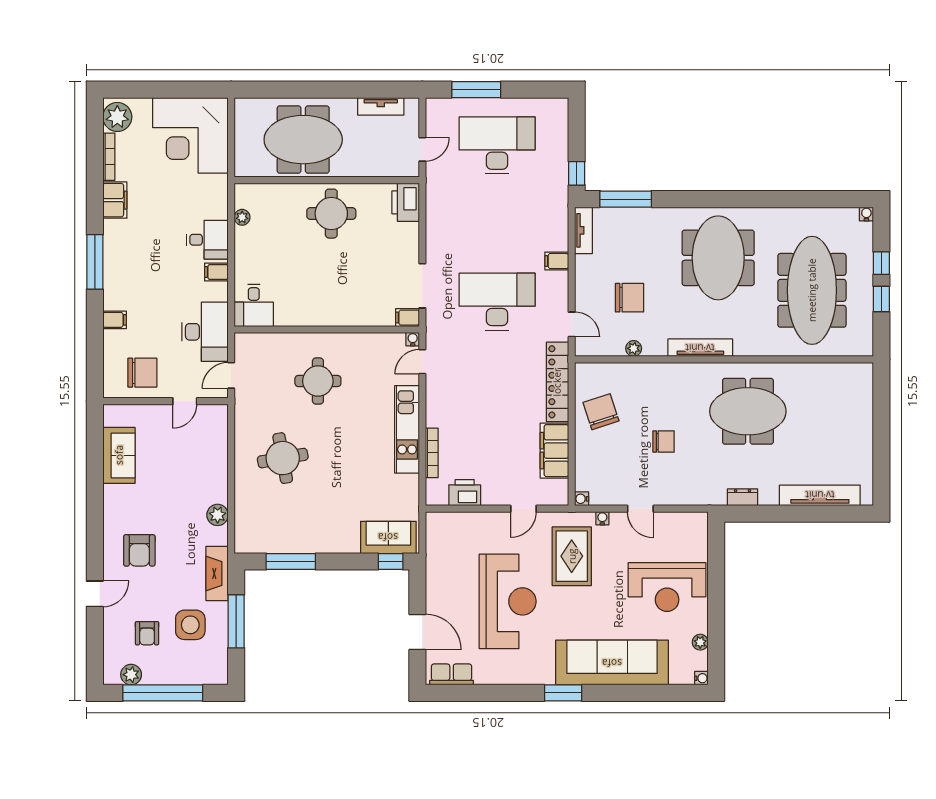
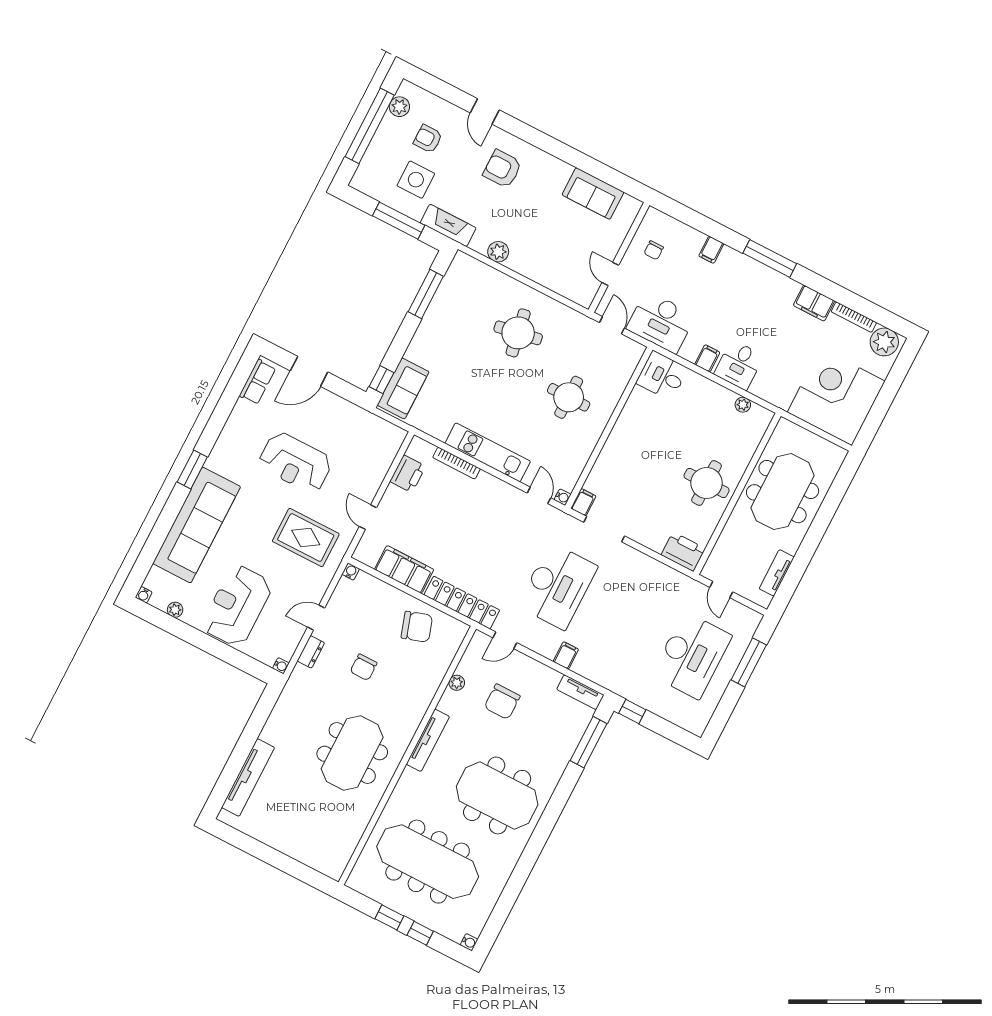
chair: (142, 373) -> (654, 250), width x0.54, depth x0.54
dresser: (743, 497) -> (311, 652), moved
water cooler: (602, 518) -> (281, 666), moved
reception desk: (508, 601) -> (295, 462), width x0.74, depth x0.77

